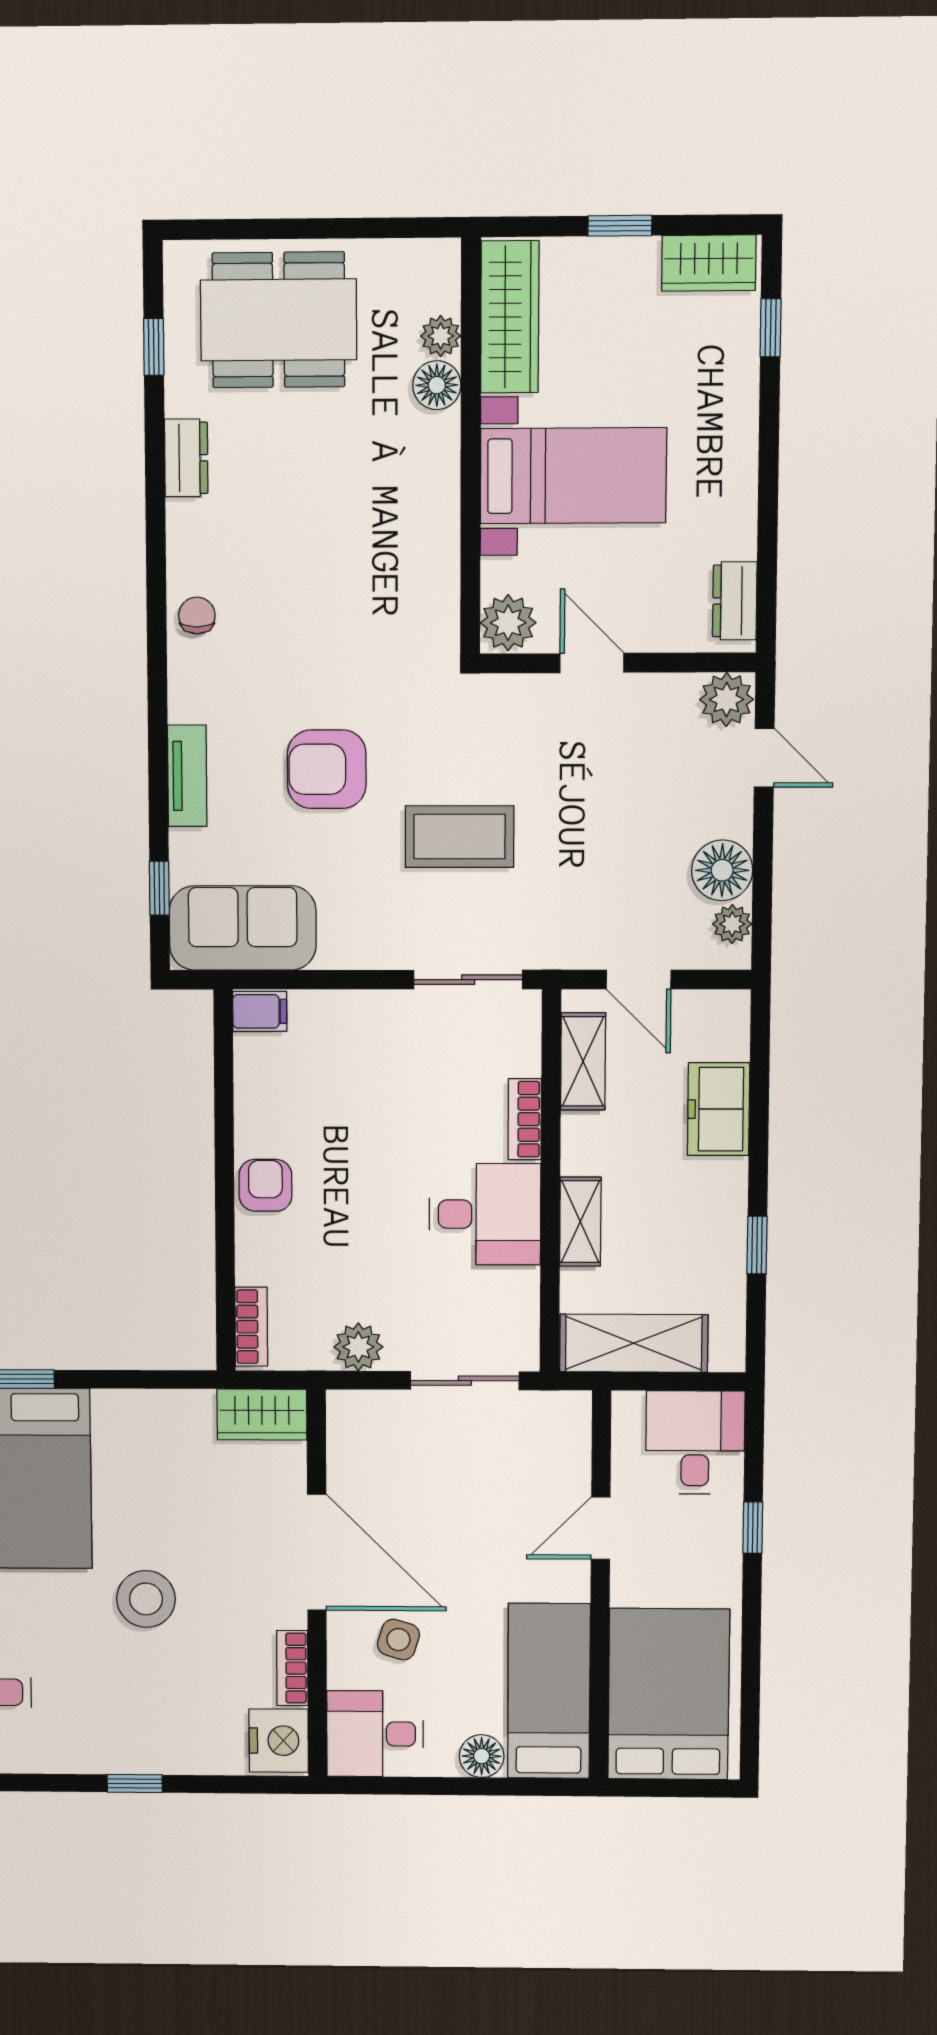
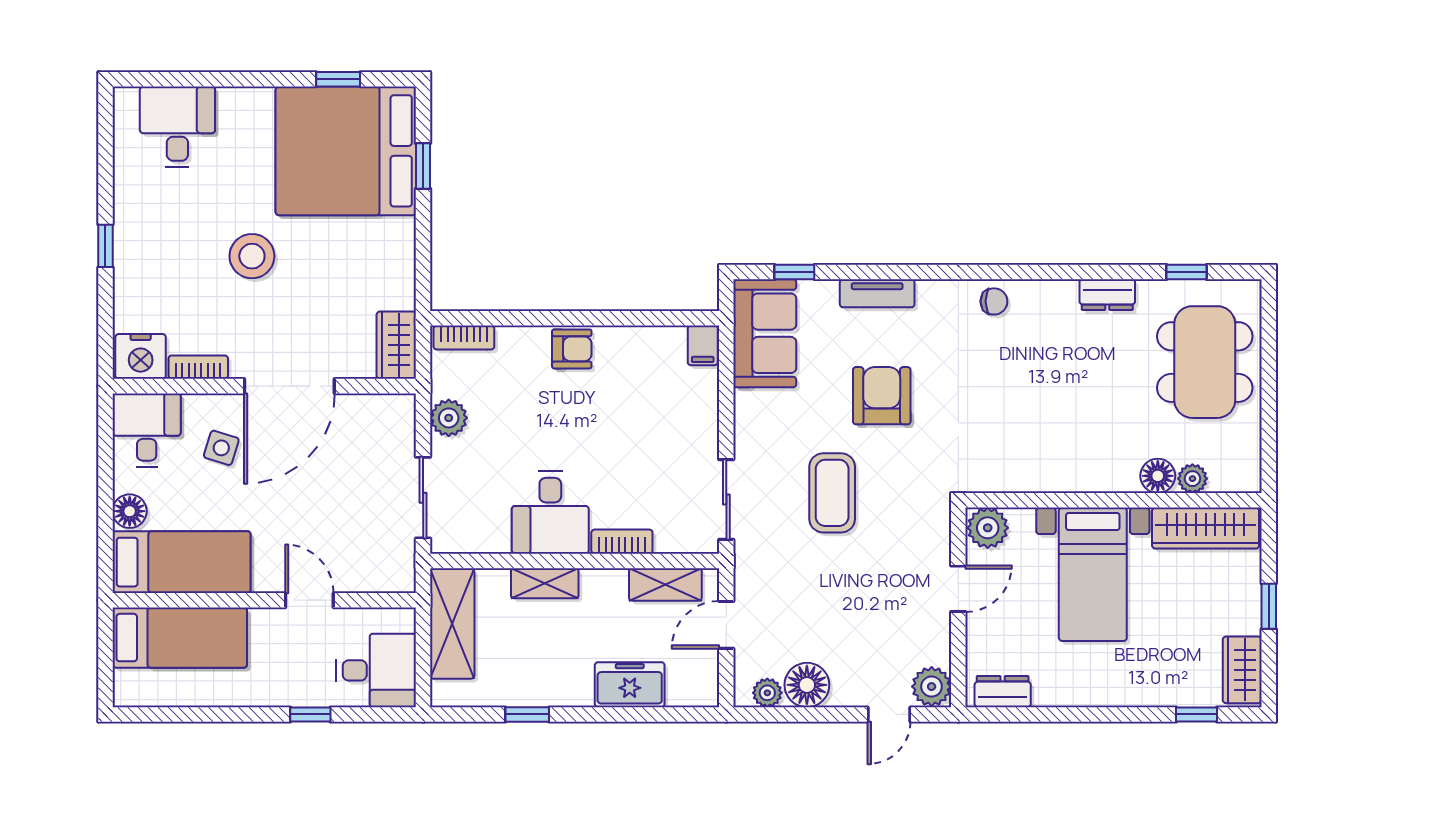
bed: (669, 1694) -> (180, 638), width x0.67

